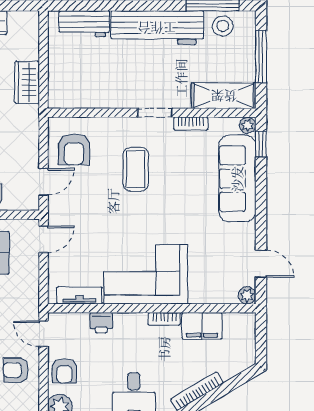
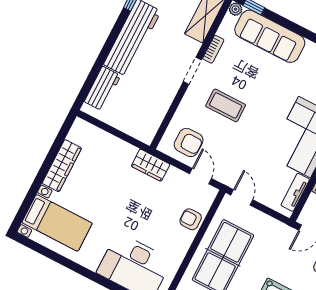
wardrobe: (27, 82) -> (151, 165), moved

